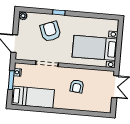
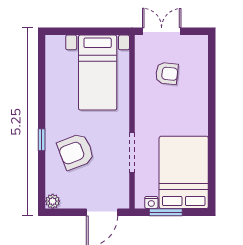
armchair: (77, 86) -> (167, 73), moved
bed: (33, 97) -> (184, 172), width x1.50

